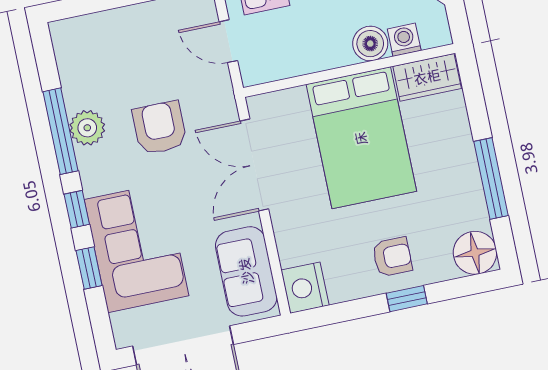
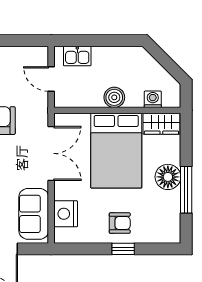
boiler: (370, 44) -> (114, 97), moved
double door: (254, 165) -> (51, 153), swing flipped
floor lamp: (475, 253) -> (168, 177), moved
nightstand: (305, 288) -> (66, 214), moved

